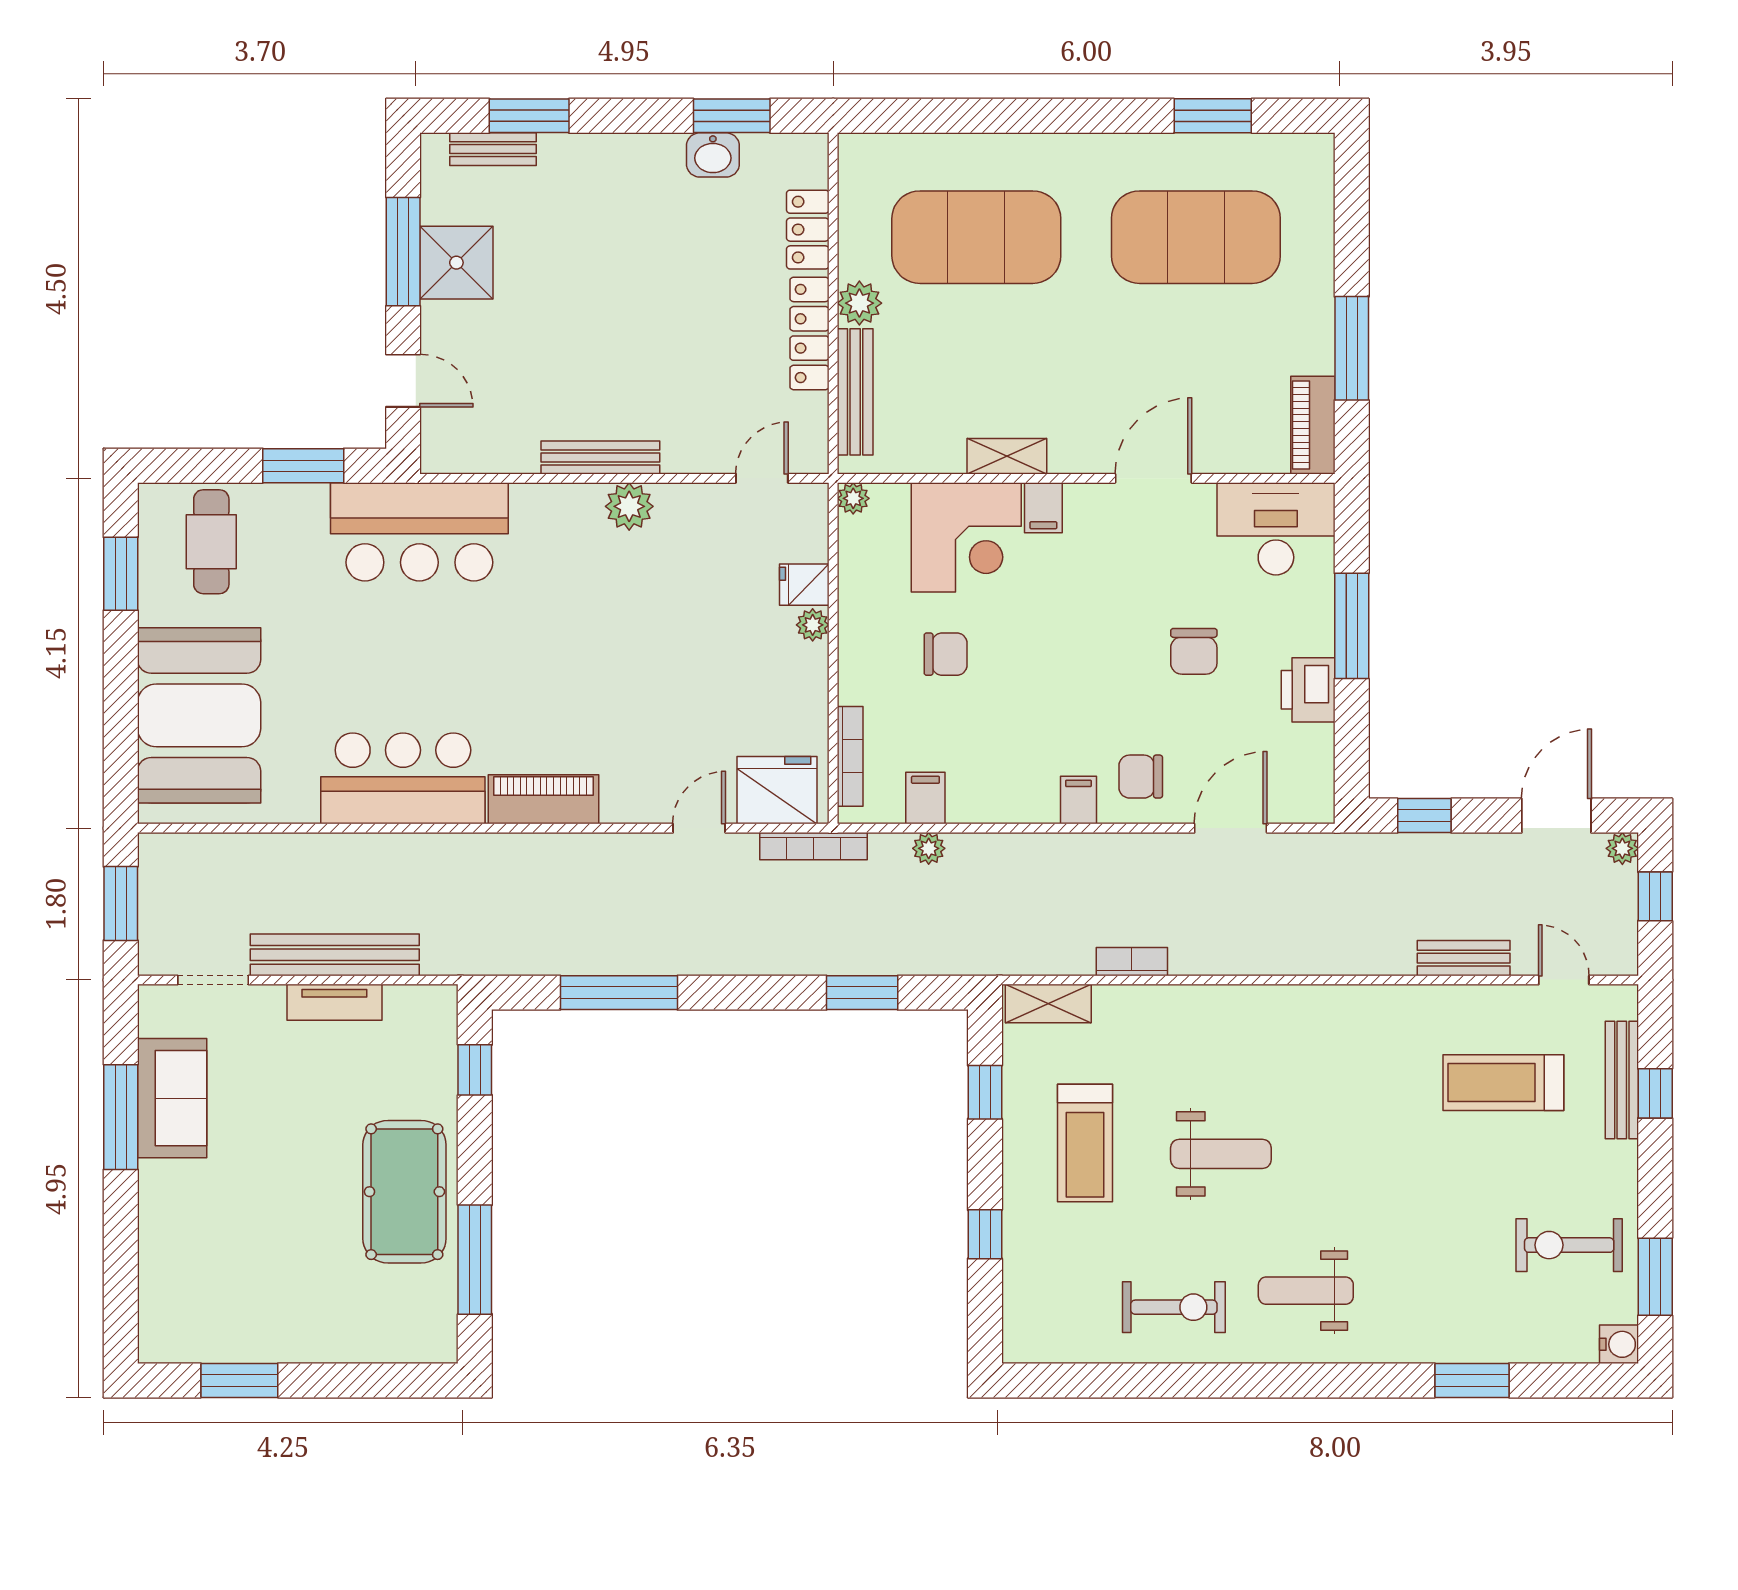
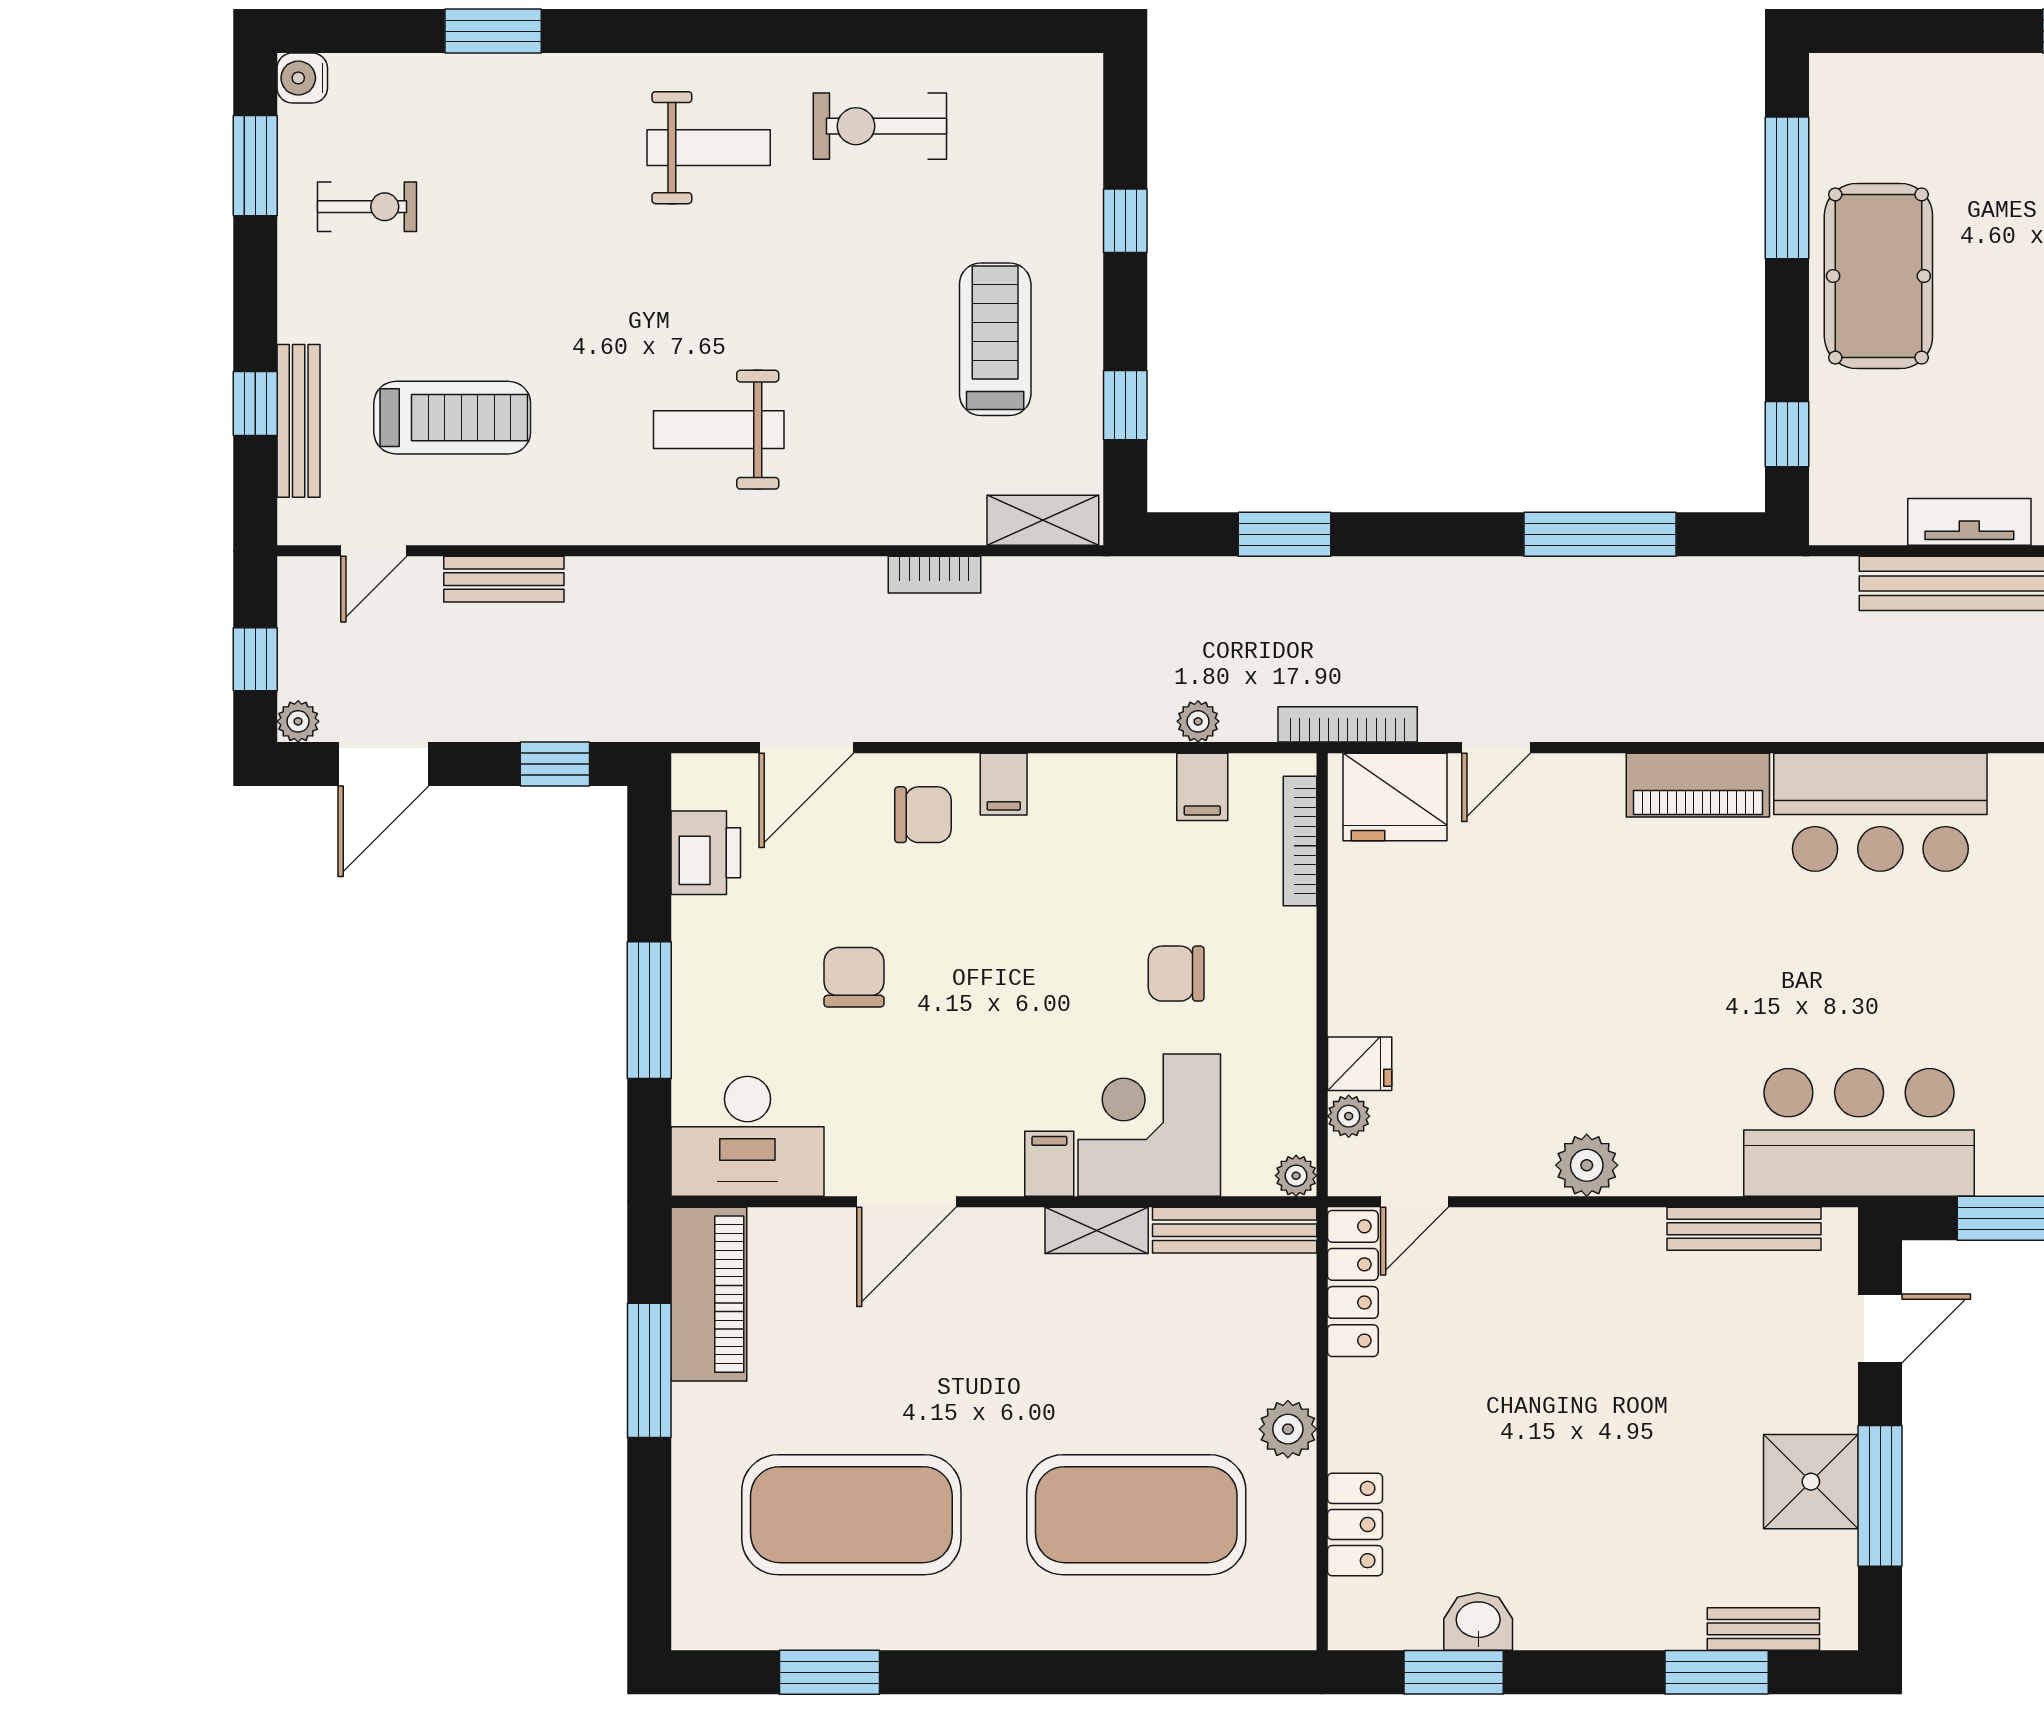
locker: (809, 333) -> (1353, 1283), moved
door: (403, 381) -> (1880, 1328), swing flipped
bench: (855, 392) -> (1235, 1230), moved, turned 90
piano: (1313, 425) -> (709, 1294), width x1.37, depth x1.33
bench: (600, 458) -> (1744, 1229), moved
plant: (813, 625) -> (1349, 1116), moved
printer: (1308, 690) -> (706, 853), moved
door: (1564, 980) -> (374, 551), hinge flipped
weight bench: (1221, 1154) -> (719, 430), moved
exercise bike: (1569, 1245) -> (367, 207), width x0.73, depth x0.72

